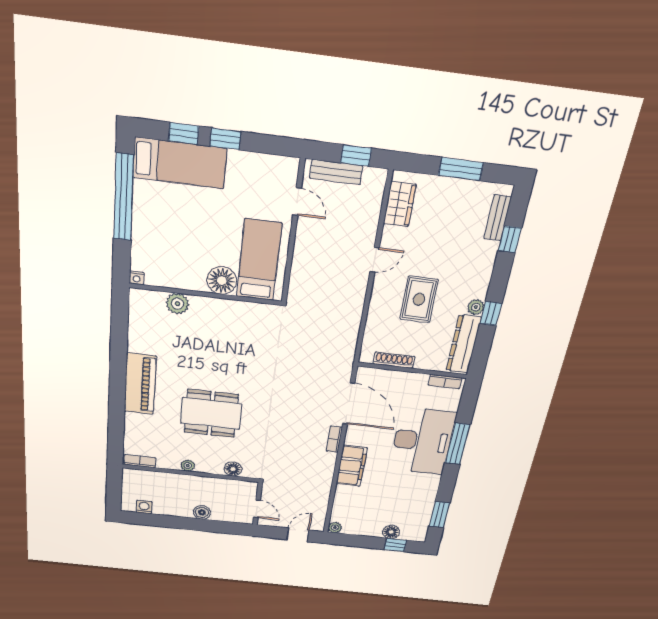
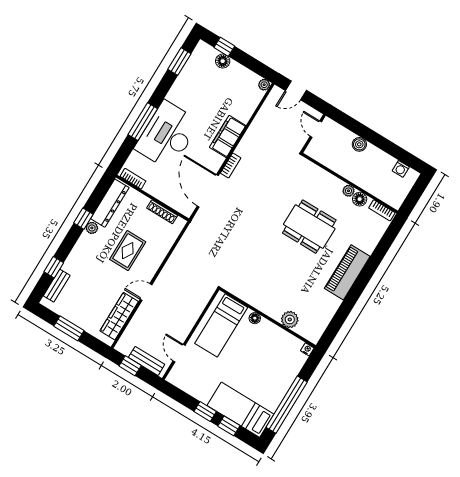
wardrobe: (400, 204) -> (119, 316), width x1.50
floor lamp: (222, 281) -> (255, 318), width x0.53, depth x0.53
floor lamp: (233, 469) -> (360, 199), moved

